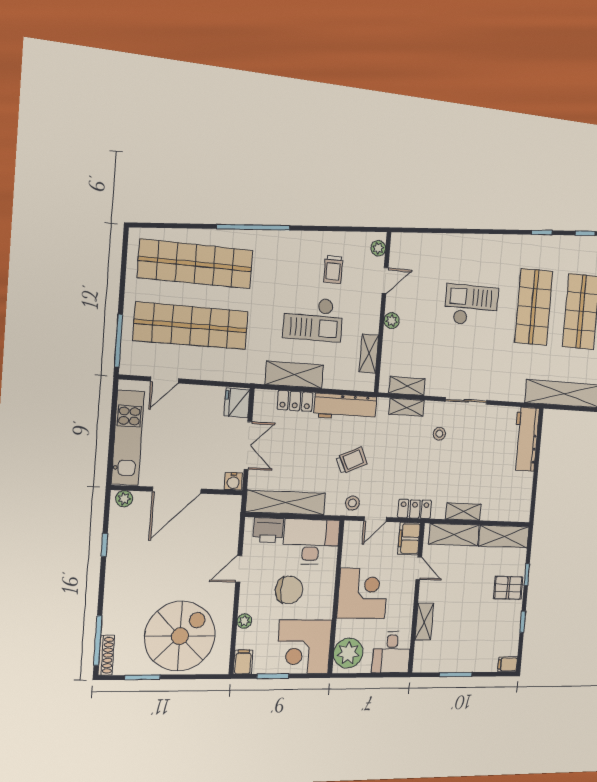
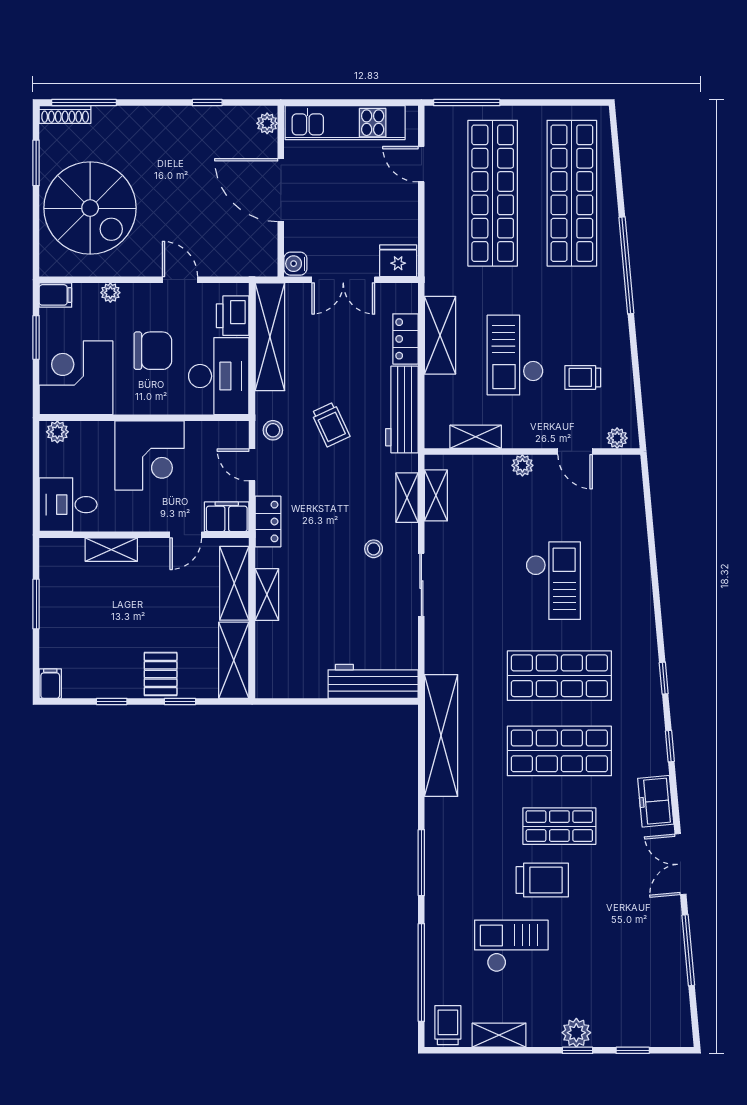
chair: (289, 590) -> (153, 351), turned -90
plant: (348, 653) -> (57, 432), width x0.53, depth x0.53

